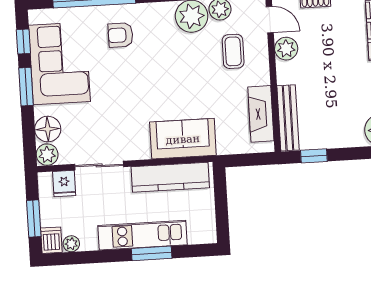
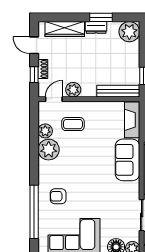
armchair: (120, 35) -> (58, 196), turned 90
fireplace: (261, 114) -> (132, 120), moved, turned 90

